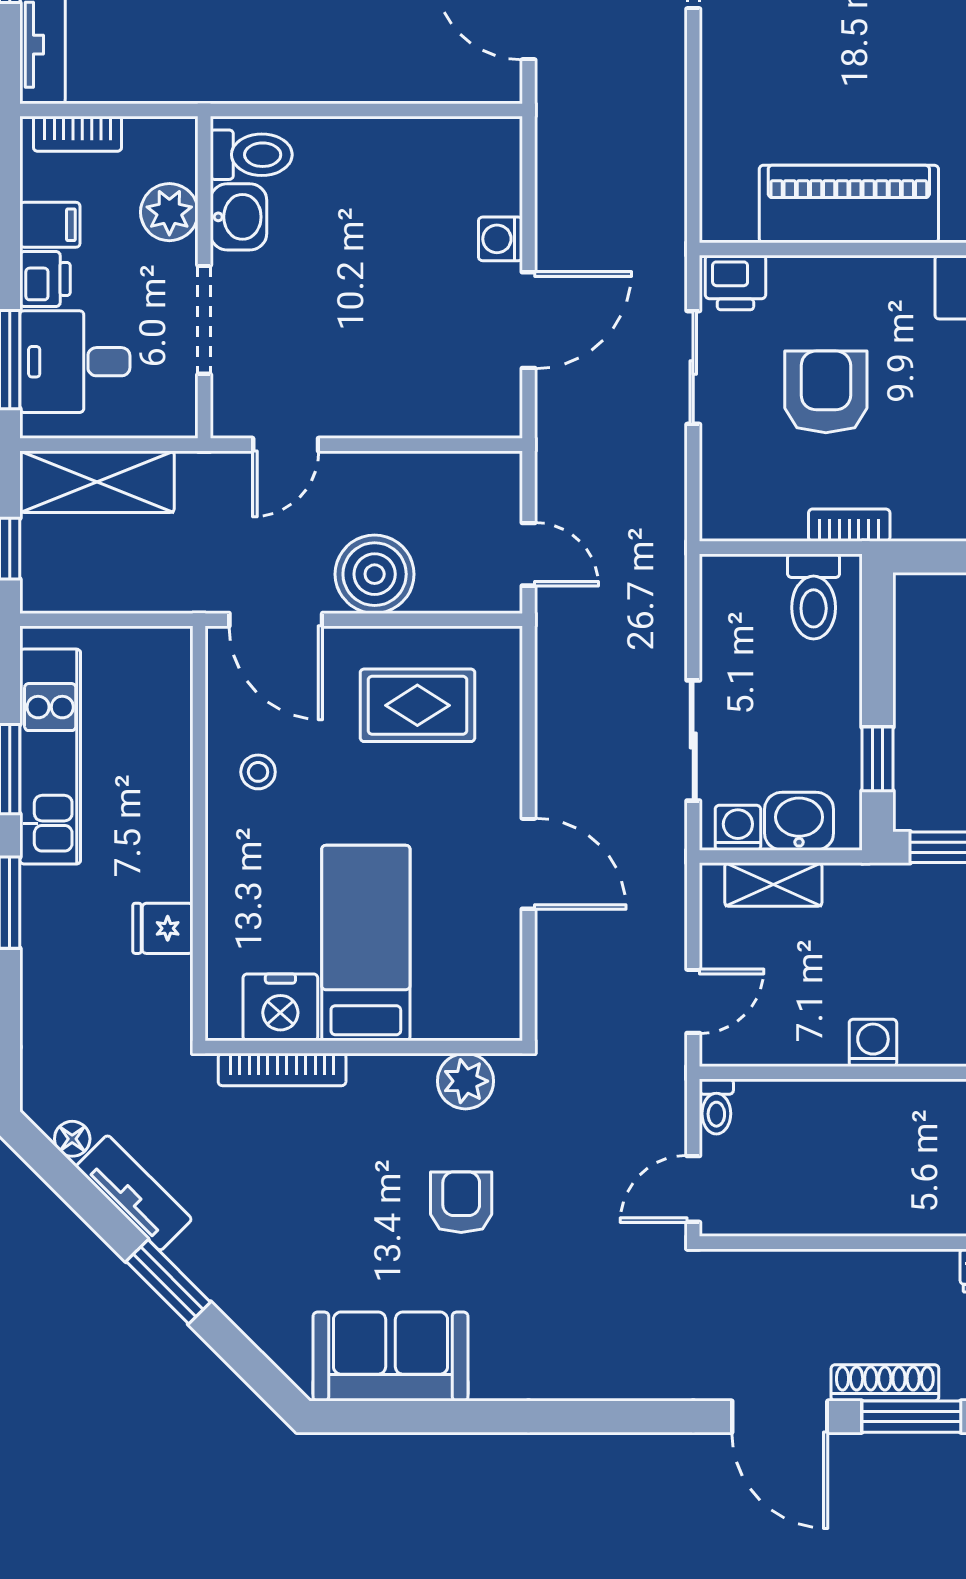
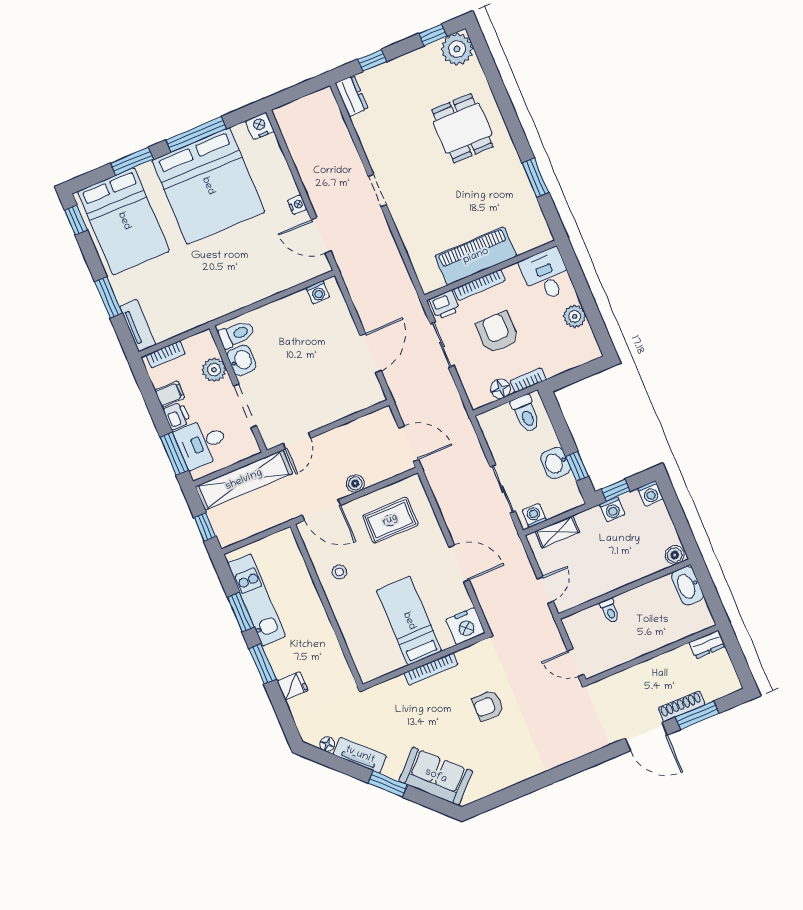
washing machine: (500, 239) -> (318, 292), moved, turned -90
bookcase: (830, 271) -> (479, 285), added
shelving: (97, 482) -> (244, 480), width x1.47
floor lamp: (781, 518) -> (501, 389), added
door: (528, 554) -> (409, 444), width x1.38
boiler: (375, 574) -> (355, 484), width x0.54, depth x0.54
washbasin: (799, 821) -> (555, 463), moved, turned -90
fridge: (163, 928) -> (293, 686), moved, turned 180
nightstand: (280, 1007) -> (466, 626), moved
washing machine: (873, 1043) -> (612, 509), moved, turned 180
bookcase: (282, 1069) -> (431, 669), moved
plant: (465, 1081) -> (470, 658), removed
toilet: (716, 1106) -> (610, 611), moved
door: (693, 1189) -> (576, 663), hinge flipped
armchair: (461, 1202) -> (488, 705), turned -90
sofa: (390, 1356) -> (436, 776), moved, turned 45

